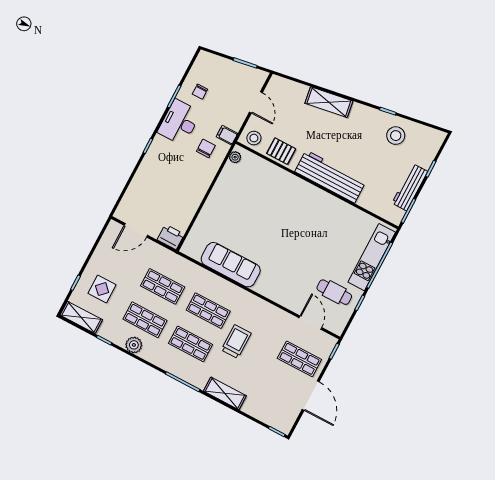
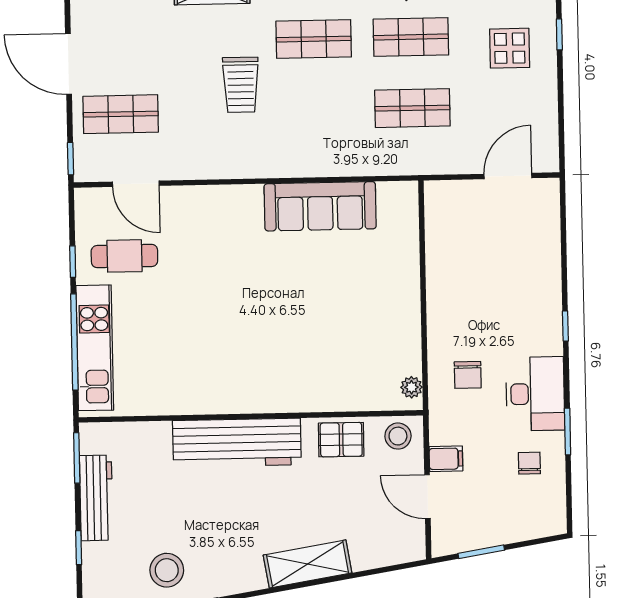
filing cabinet: (227, 135) -> (446, 459), moved
printer: (171, 237) -> (444, 197), removed
shop shelf: (208, 311) -> (315, 110), removed

